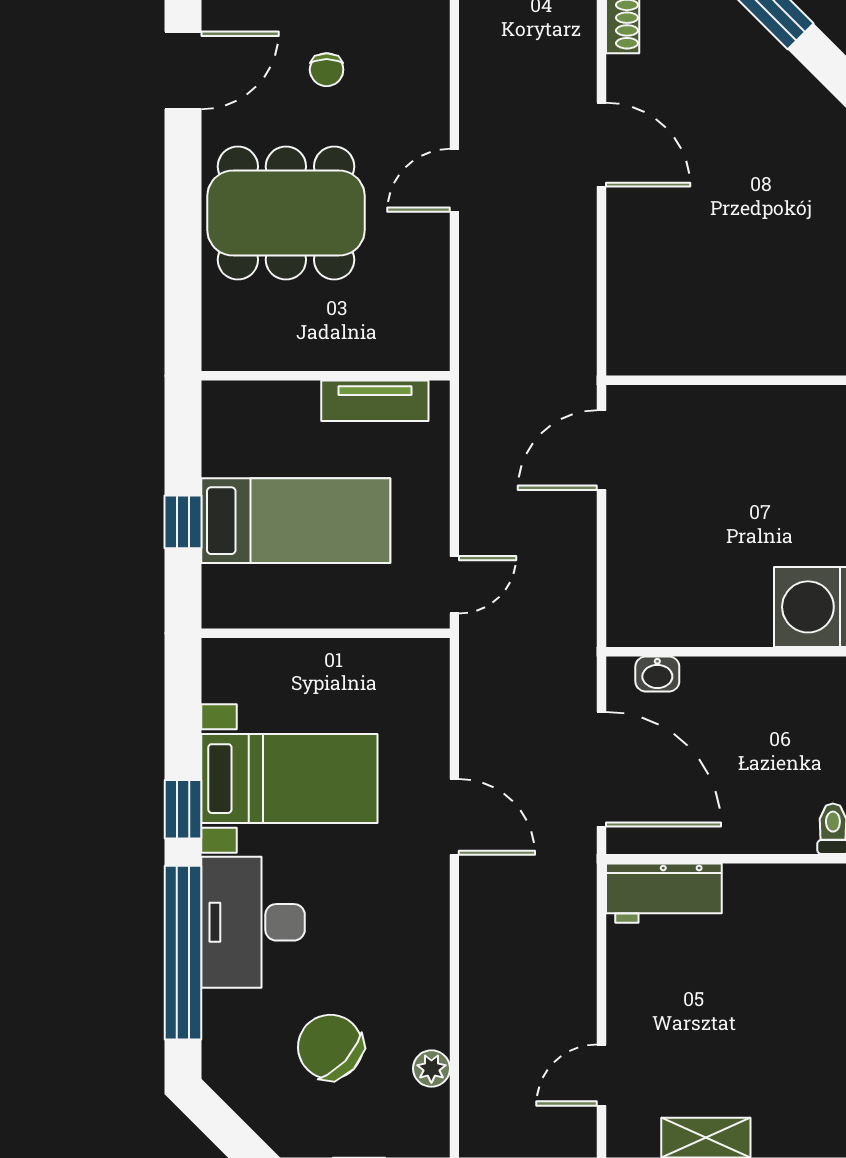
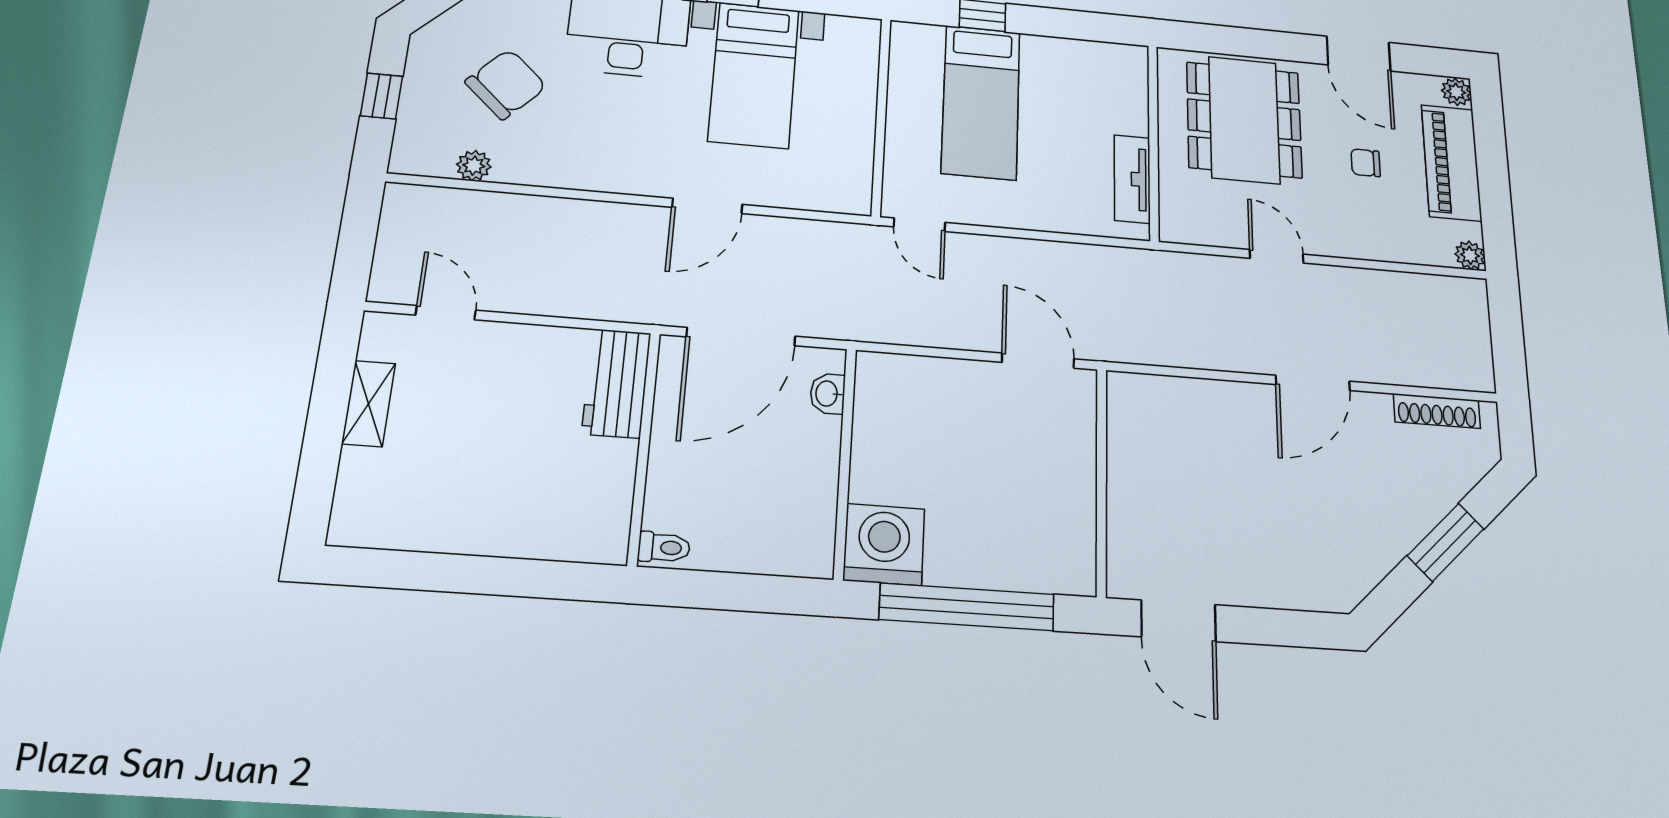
wall: (326, 376) -> (1153, 142), moved
tv unit: (375, 401) -> (1132, 179), moved

